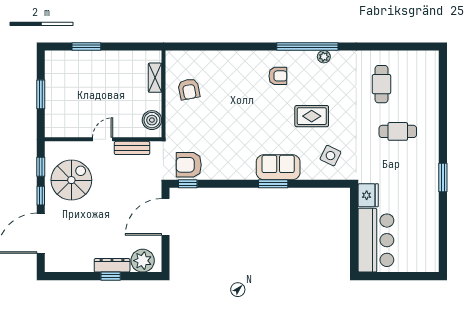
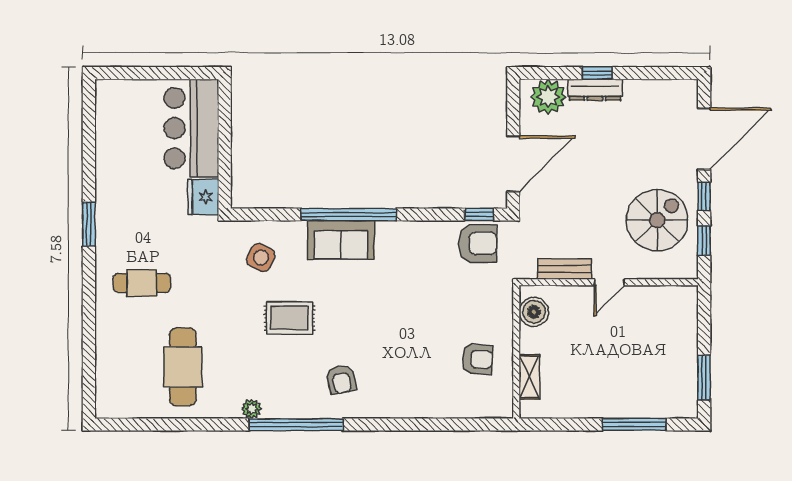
window: (86, 46) -> (634, 424), width x1.44
plant: (324, 57) -> (252, 409), moved
armchair: (278, 76) -> (341, 379), turned -103
cafe table: (381, 84) -> (183, 367), width x1.37, depth x1.35
armchair: (189, 89) -> (477, 359), turned 105
window: (41, 94) -> (704, 377), moved
cafe table: (398, 131) -> (142, 283), moved
spiral stairs: (71, 180) -> (657, 220), turned 180
window: (273, 184) -> (349, 214), width x2.11

